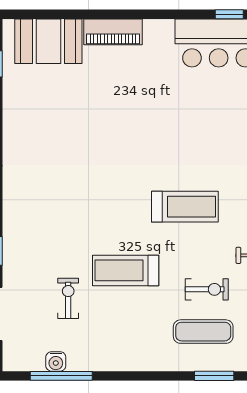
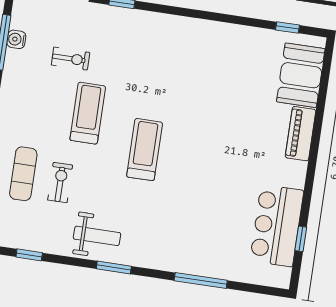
treadmill: (185, 207) -> (145, 150), moved, turned 180
exercise bike: (207, 289) -> (60, 182), turned 180

